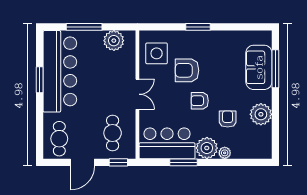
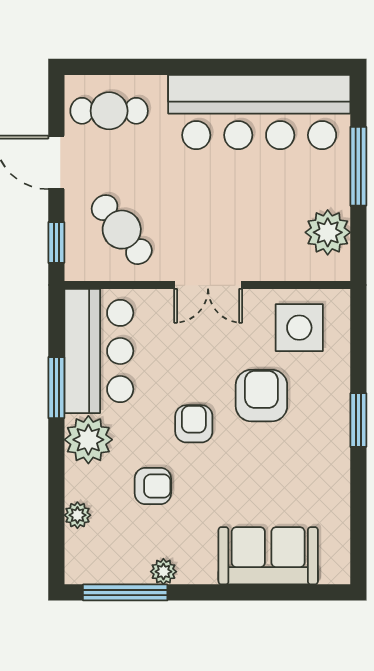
window: (275, 69) -> (125, 592), moved
window: (40, 80) -> (241, 67), removed
plant: (261, 114) -> (163, 572), width x0.53, depth x0.53
cafe table: (113, 133) -> (122, 230), turned 52
plant: (225, 153) -> (77, 515), moved

